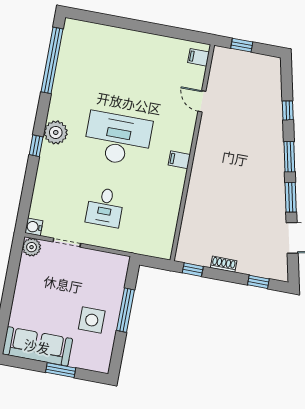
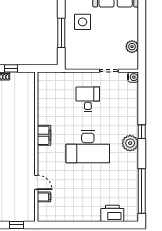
printer: (100, 36) -> (112, 213), added
filing cabinet: (199, 57) -> (44, 197), moved
filing cabinet: (179, 160) -> (44, 135), width x2.00
plant: (32, 247) -> (132, 47), moved
window: (193, 270) -> (11, 68), moved

